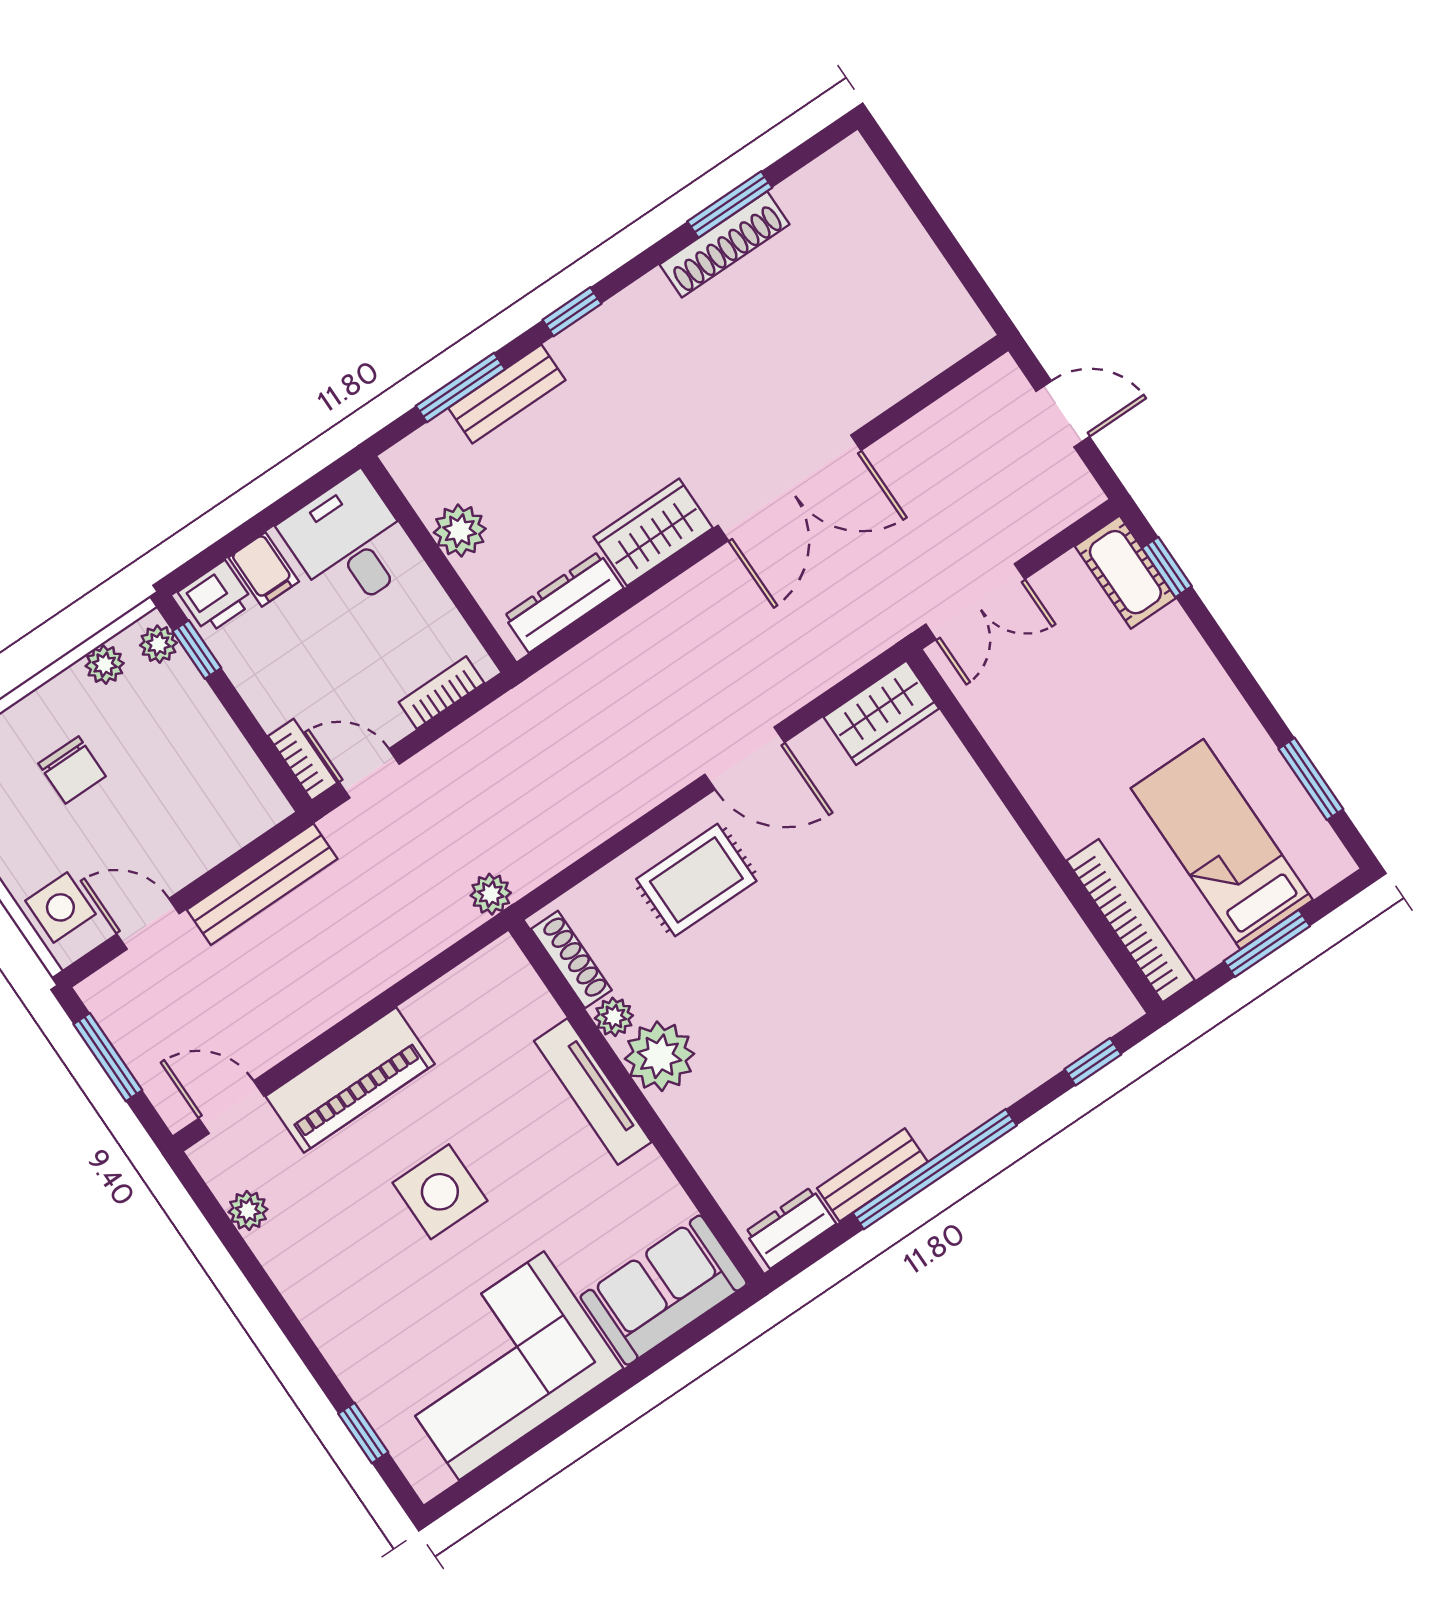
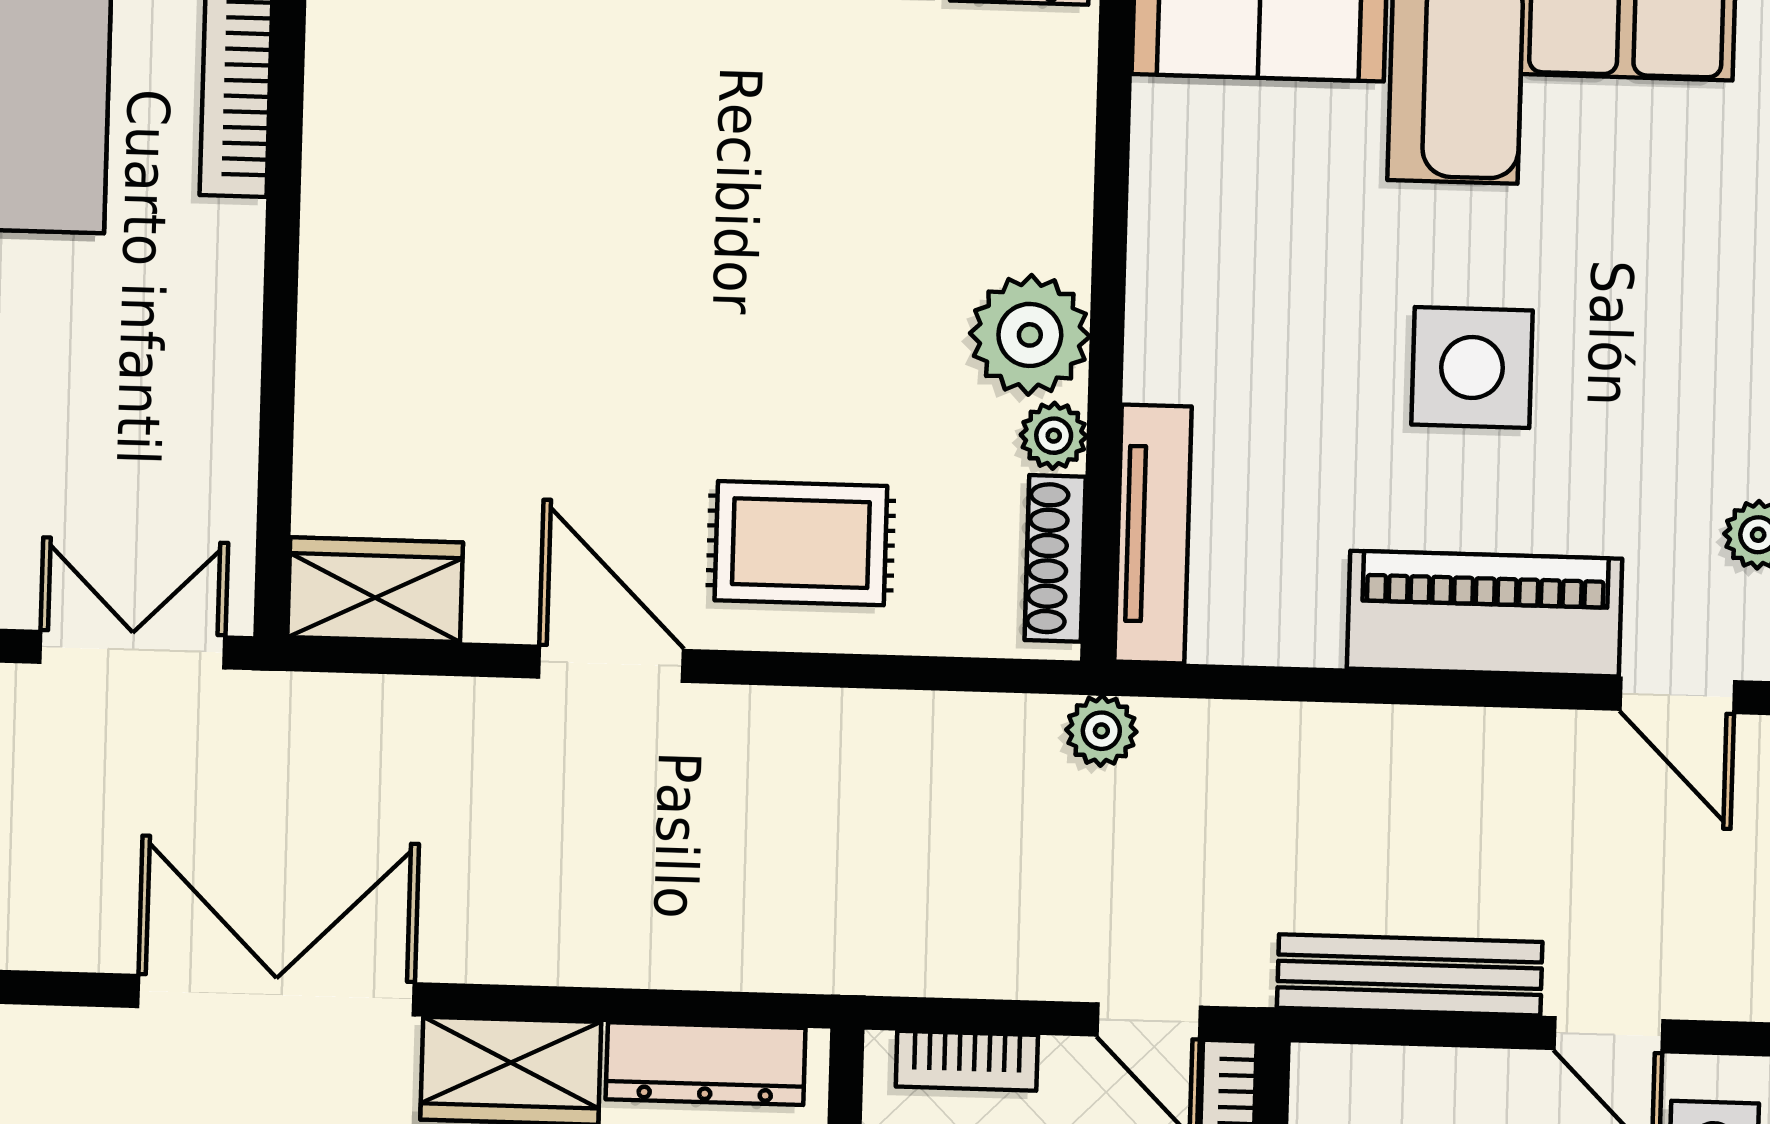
tv unit: (593, 1091) -> (1153, 534), moved

